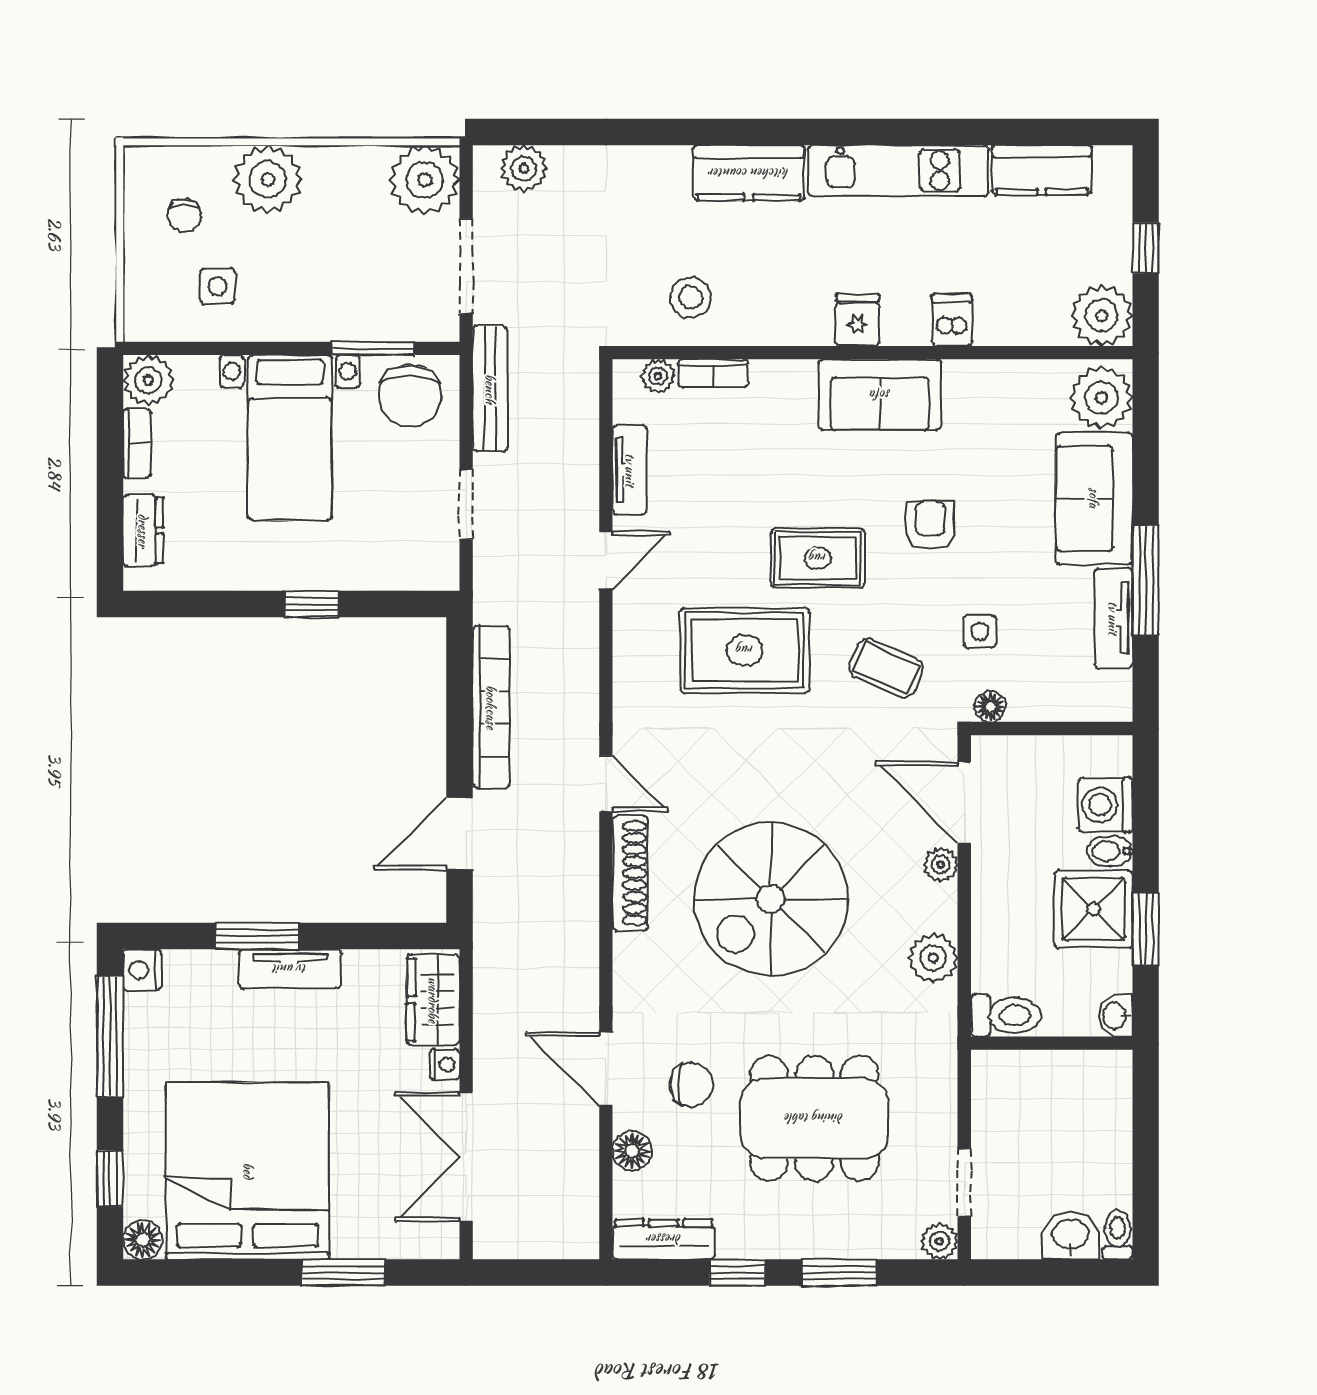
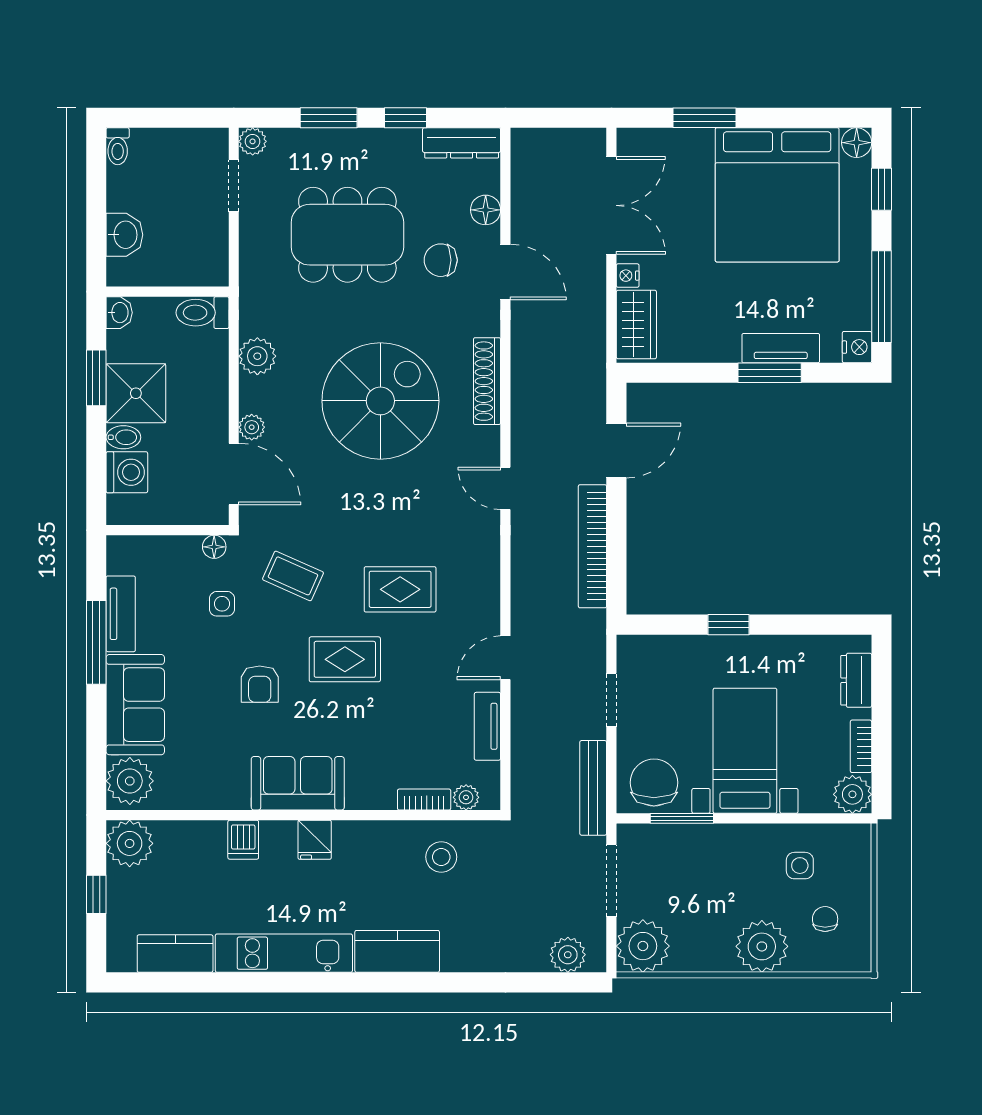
rug: (745, 650) -> (400, 589), width x0.73, depth x0.70
shoe rack: (630, 873) -> (487, 381), moved
tv unit: (290, 969) -> (781, 348), moved
washbasin: (1070, 1235) -> (124, 235), moved, turned -90

